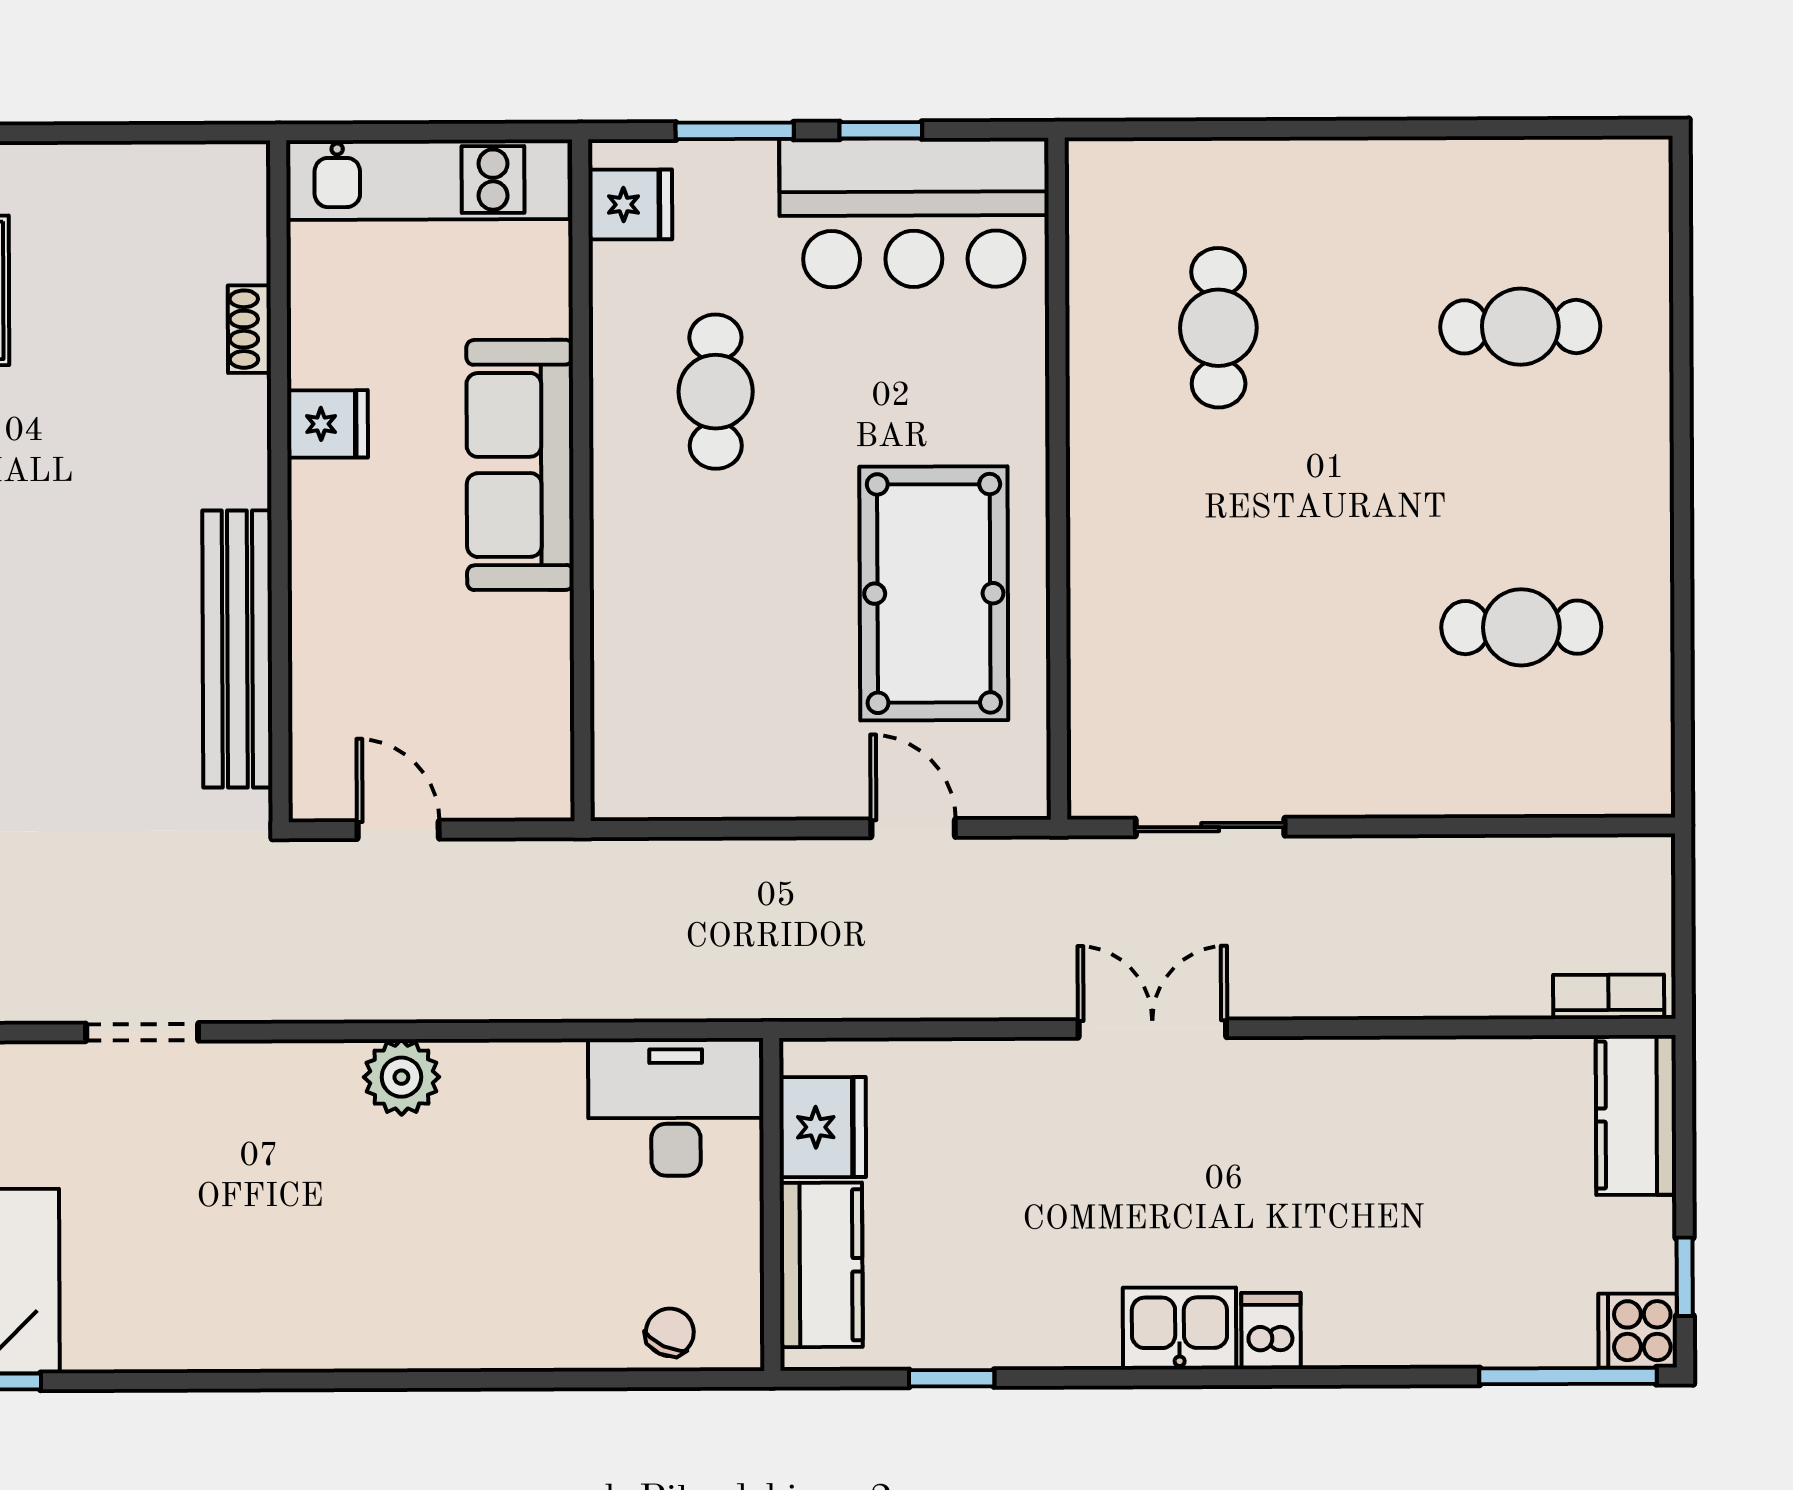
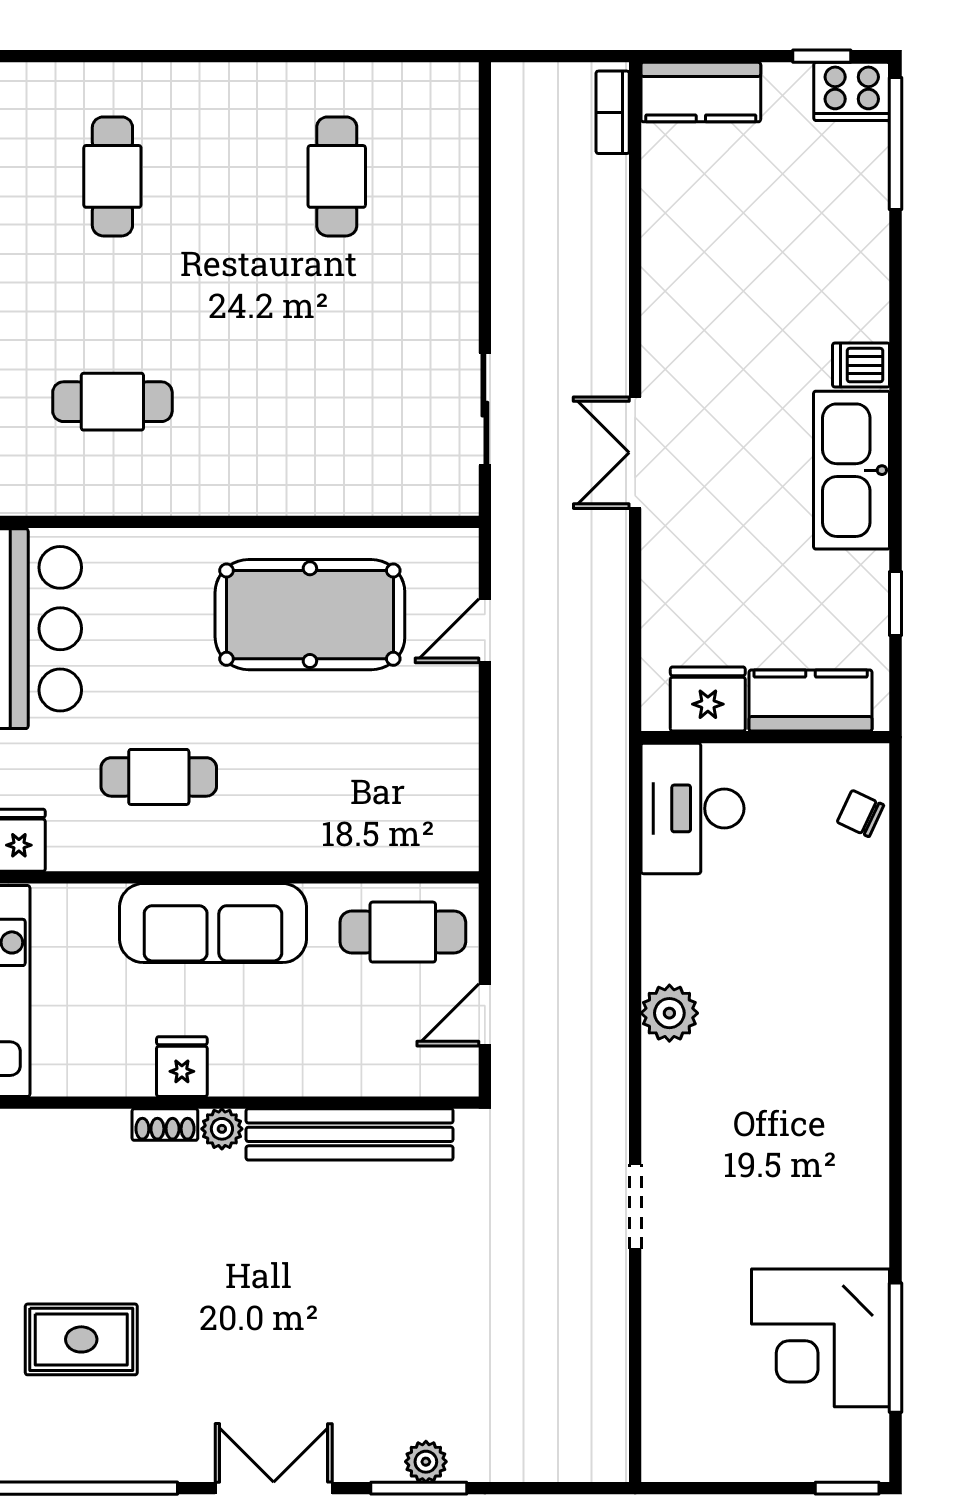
shoe rack: (249, 329) -> (165, 1125), moved
plant: (244, 478) -> (222, 1129), added
cafe table: (509, 719) -> (403, 932), added
kitchen sink: (1180, 1328) -> (852, 470), width x1.87, depth x1.24
cooker: (1638, 1331) -> (852, 91), width x1.36

